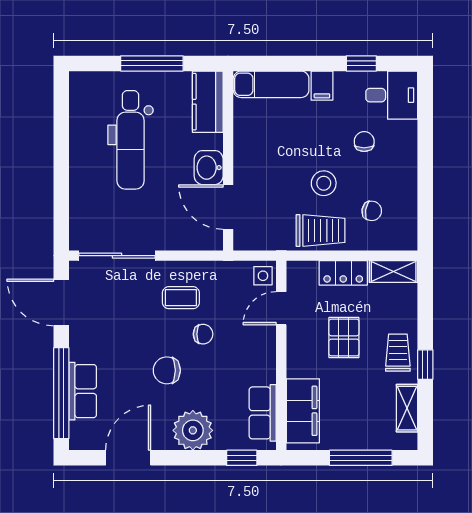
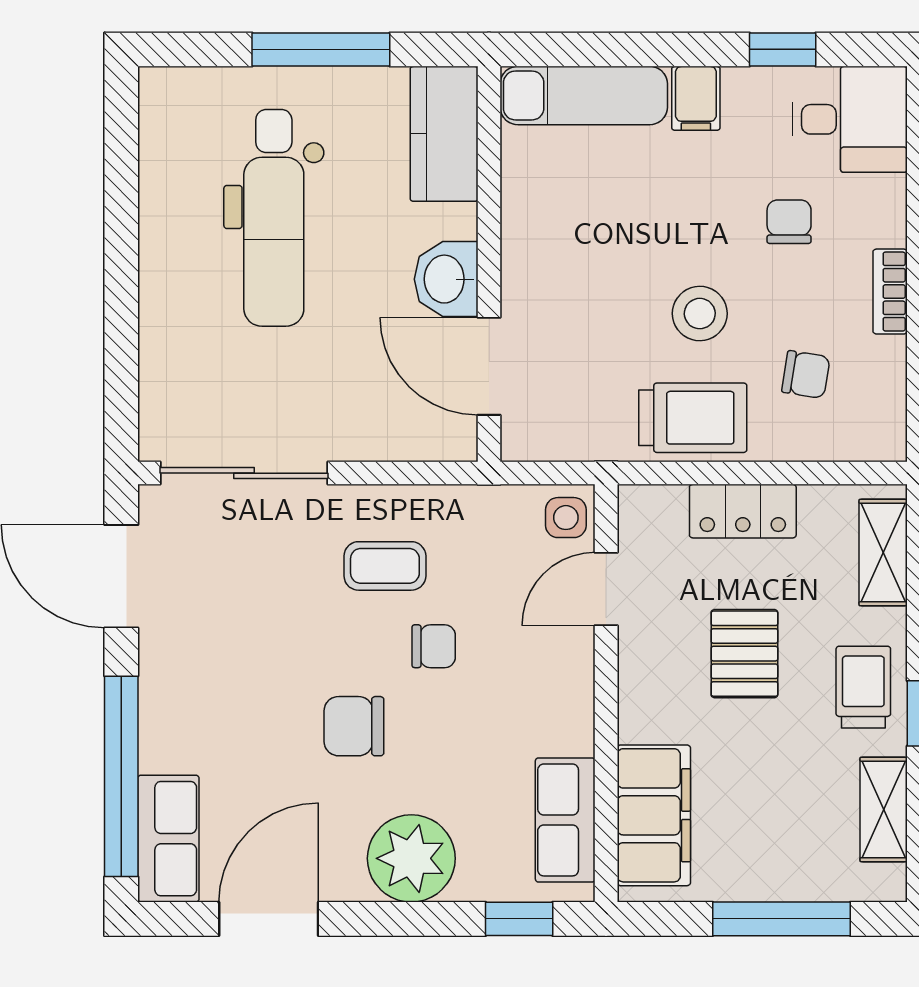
bookcase: (410, 173) -> (890, 292), added
shelving: (394, 272) -> (883, 553), moved, turned 90
row of seats: (83, 391) -> (168, 839), moved

